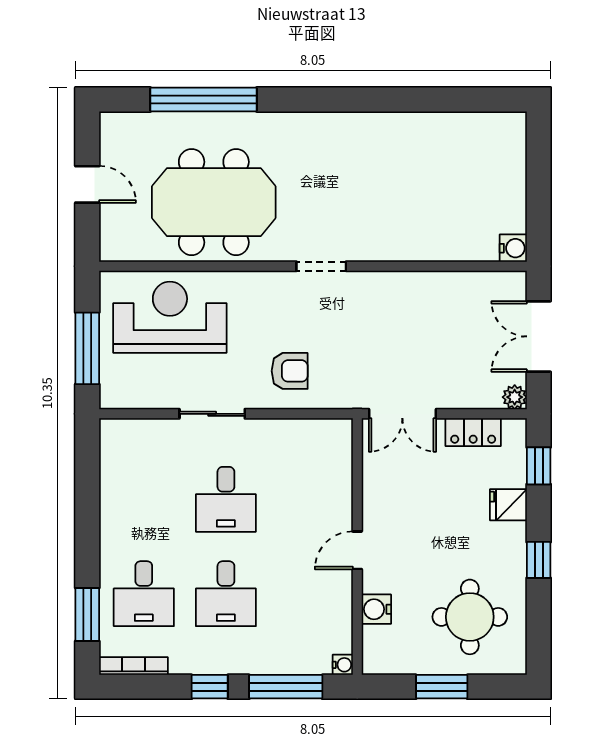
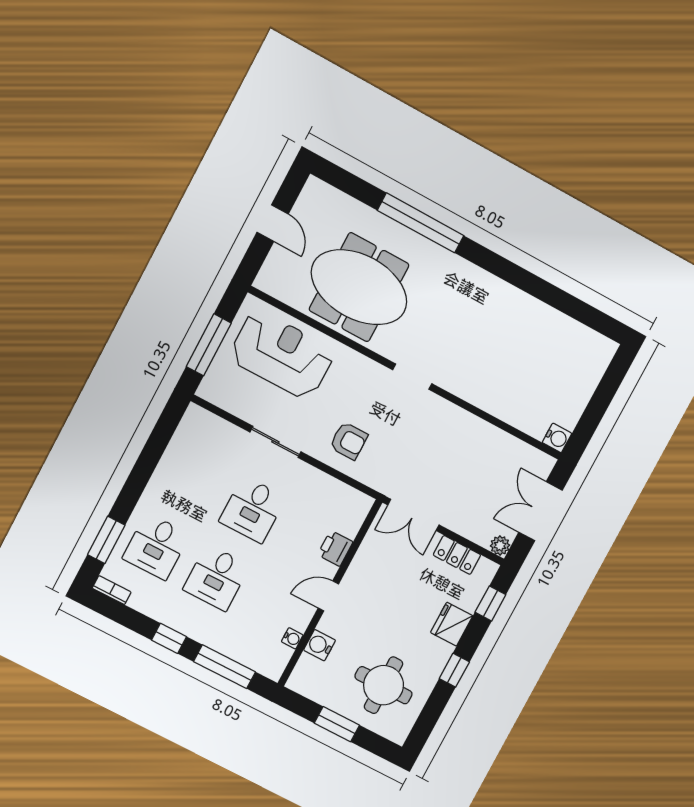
window: (203, 100) -> (421, 223), moved
printer: (337, 495) -> (335, 548), added
fridge: (508, 505) -> (452, 624), width x1.38
water cooler: (343, 665) -> (292, 638), moved
bookcase: (134, 666) -> (112, 590), width x0.64

